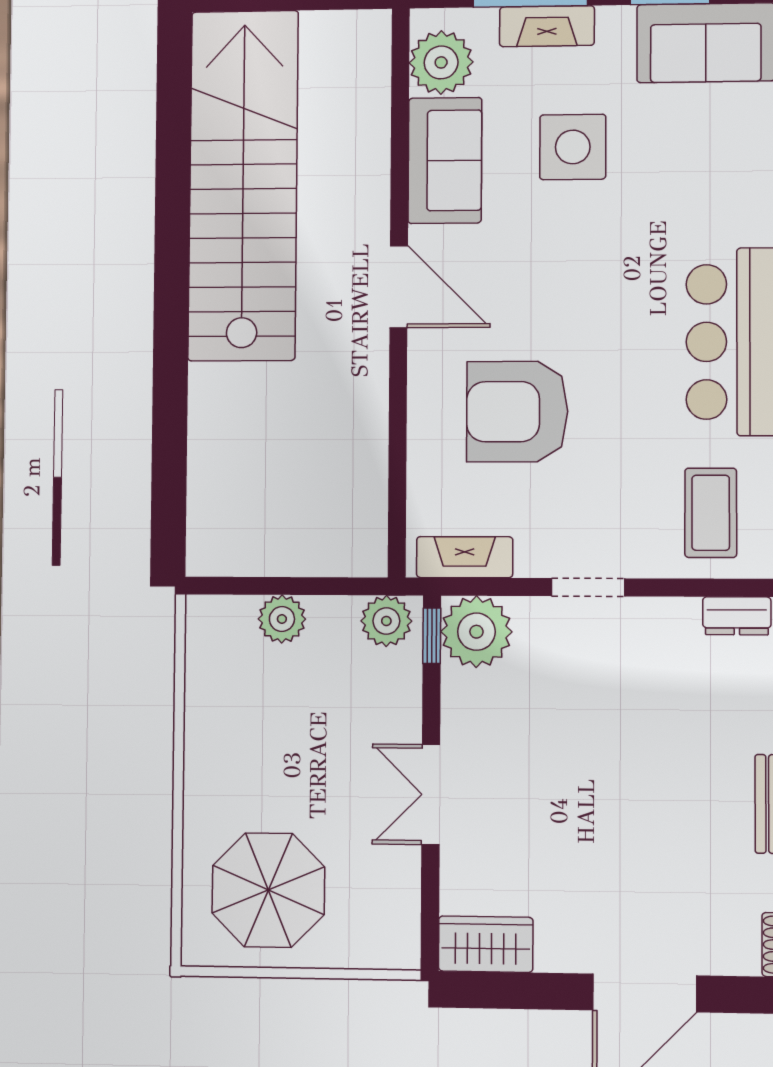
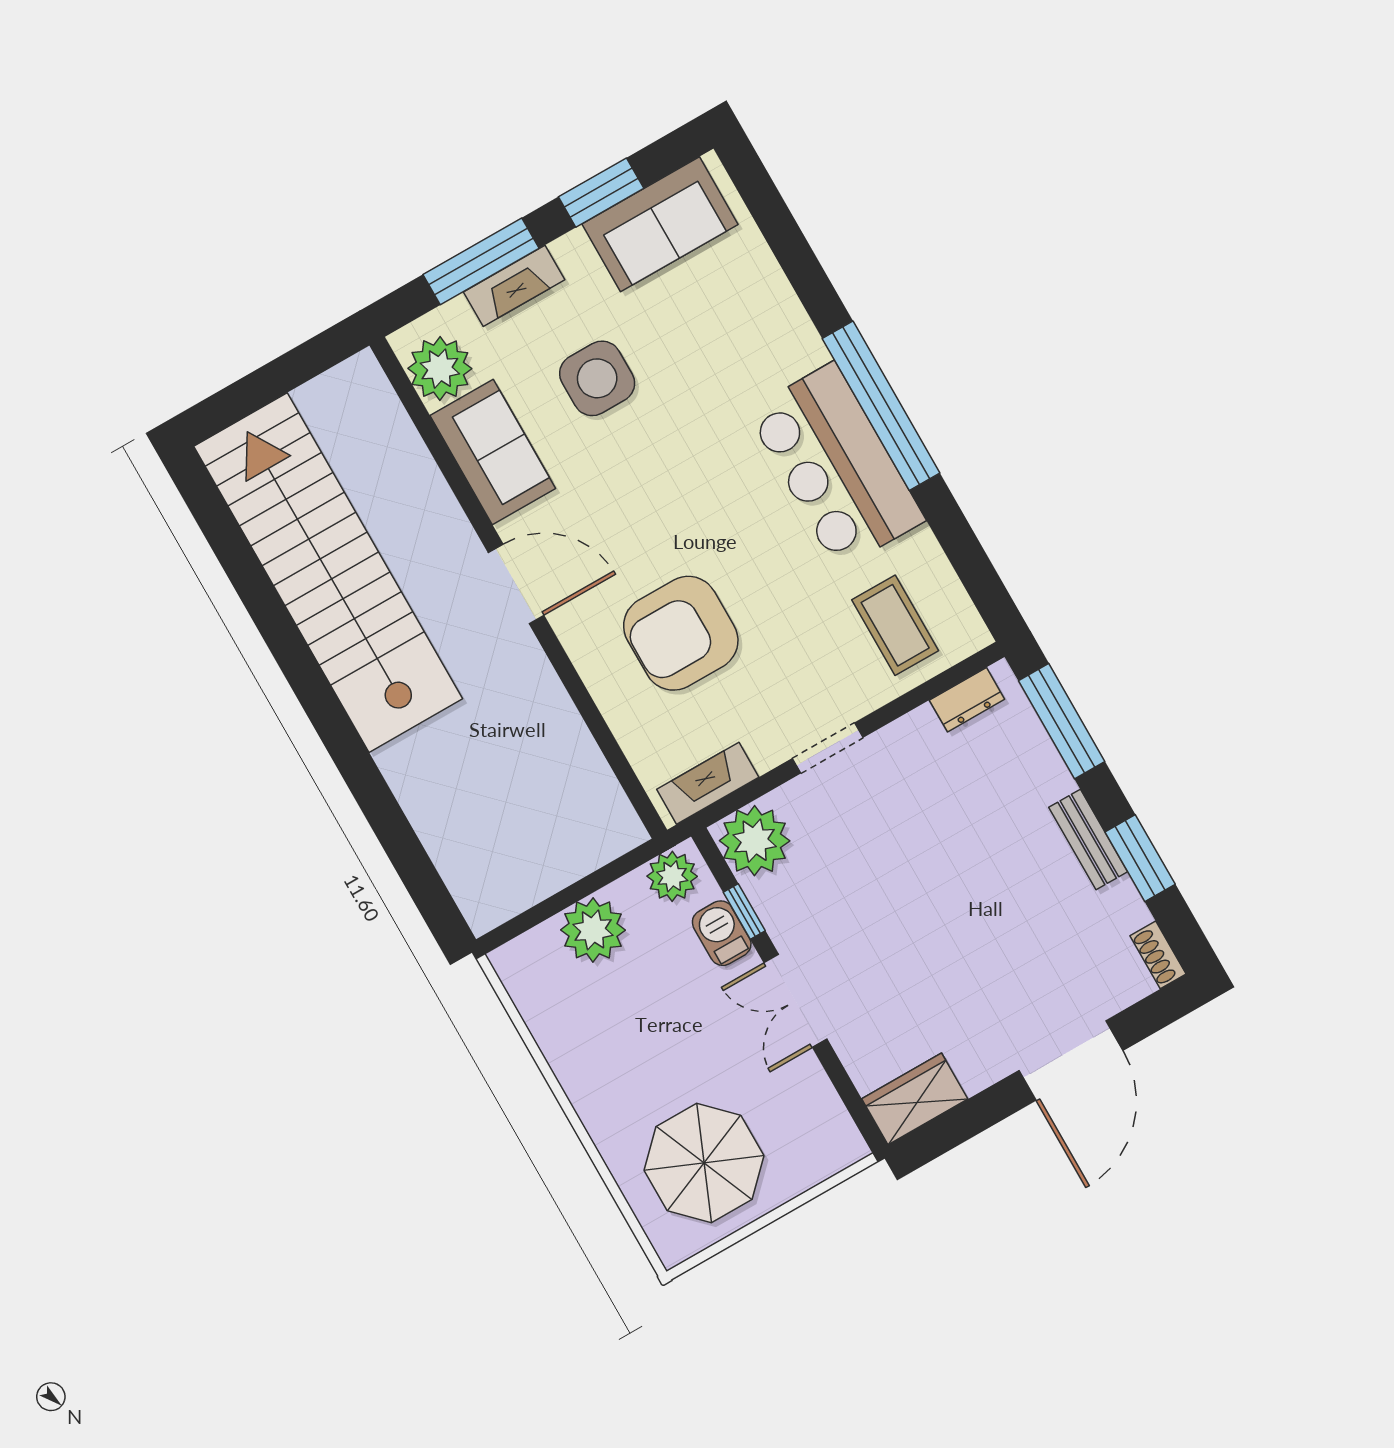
plant: (282, 619) -> (593, 930), width x1.36, depth x1.36
window: (432, 636) -> (744, 911), moved
barbecue: (401, 696) -> (722, 933), added

